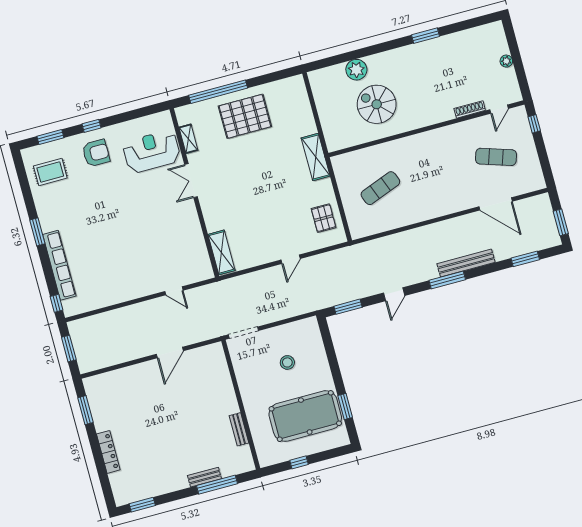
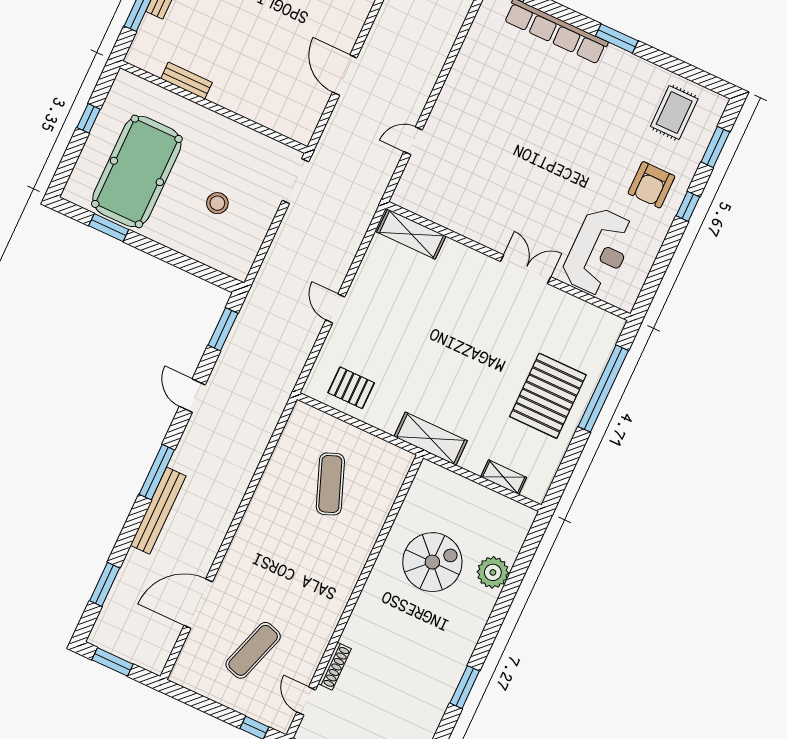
shelving: (188, 139) -> (504, 477), moved

